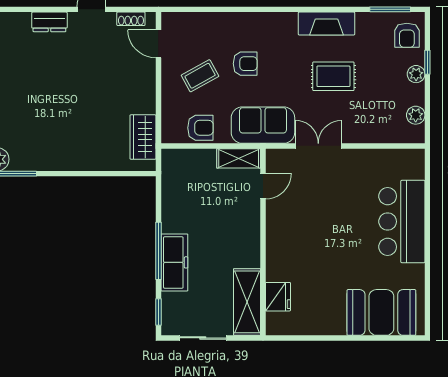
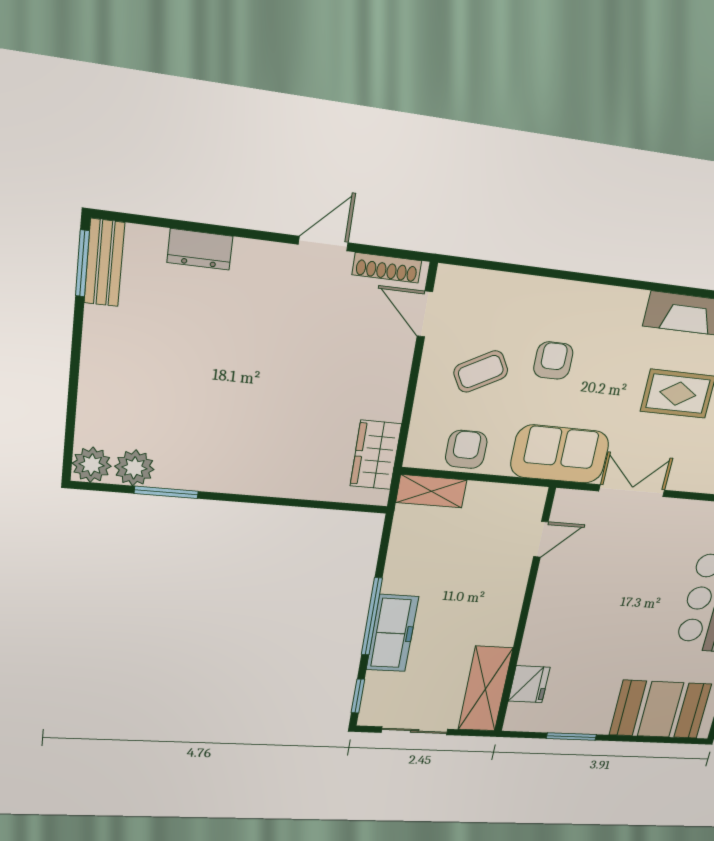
shoe rack: (131, 19) -> (387, 268), width x1.43
dresser: (49, 22) -> (200, 249), moved
armchair: (245, 64) -> (553, 361), turned -90
armchair: (200, 128) -> (466, 449), turned -90
shelving: (239, 158) -> (431, 491), moved
window: (319, 338) -> (571, 736), added

